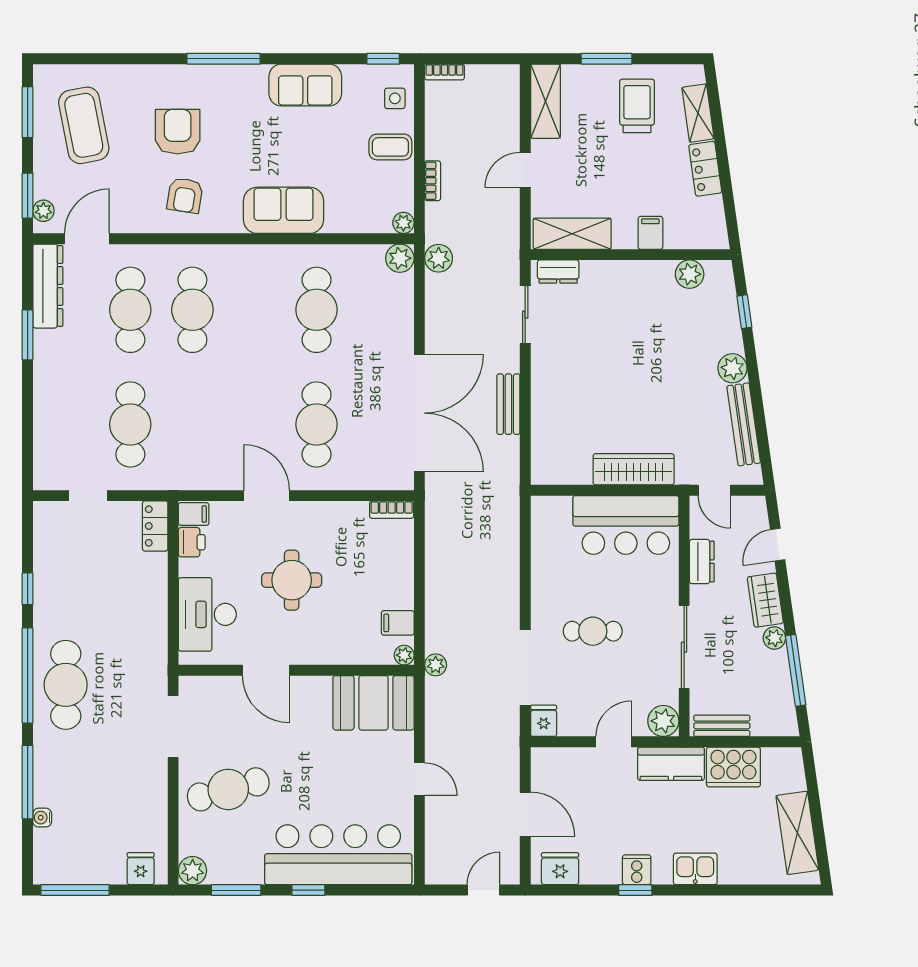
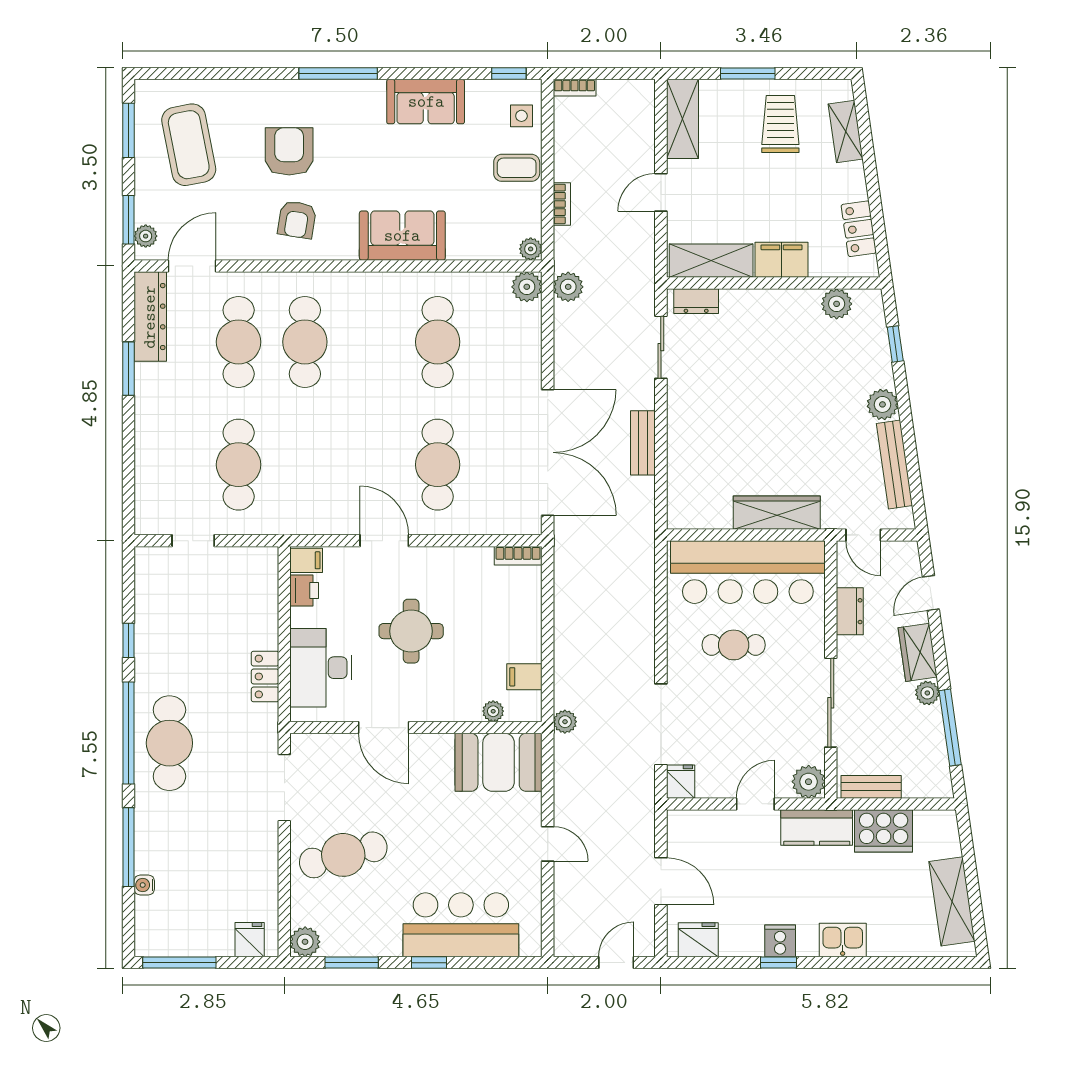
locker: (705, 169) -> (859, 229), moved
filing cabinet: (650, 233) -> (782, 260), width x2.00
bar counter: (626, 525) -> (748, 572), width x1.36
locker: (155, 526) -> (265, 676), moved
cafe table: (593, 631) -> (734, 645), moved
plant: (404, 655) -> (493, 711), moved
bar counter: (338, 855) -> (461, 925), width x0.73

